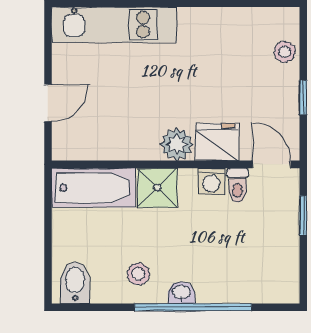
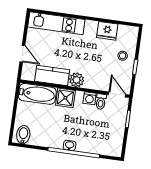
stool: (285, 52) -> (123, 56), moved
door: (48, 103) -> (22, 54), hinge flipped
kitchen counter: (121, 142) -> (52, 75), added
fridge: (217, 142) -> (107, 31), moved, turned 180
stool: (138, 274) -> (52, 135), removed

